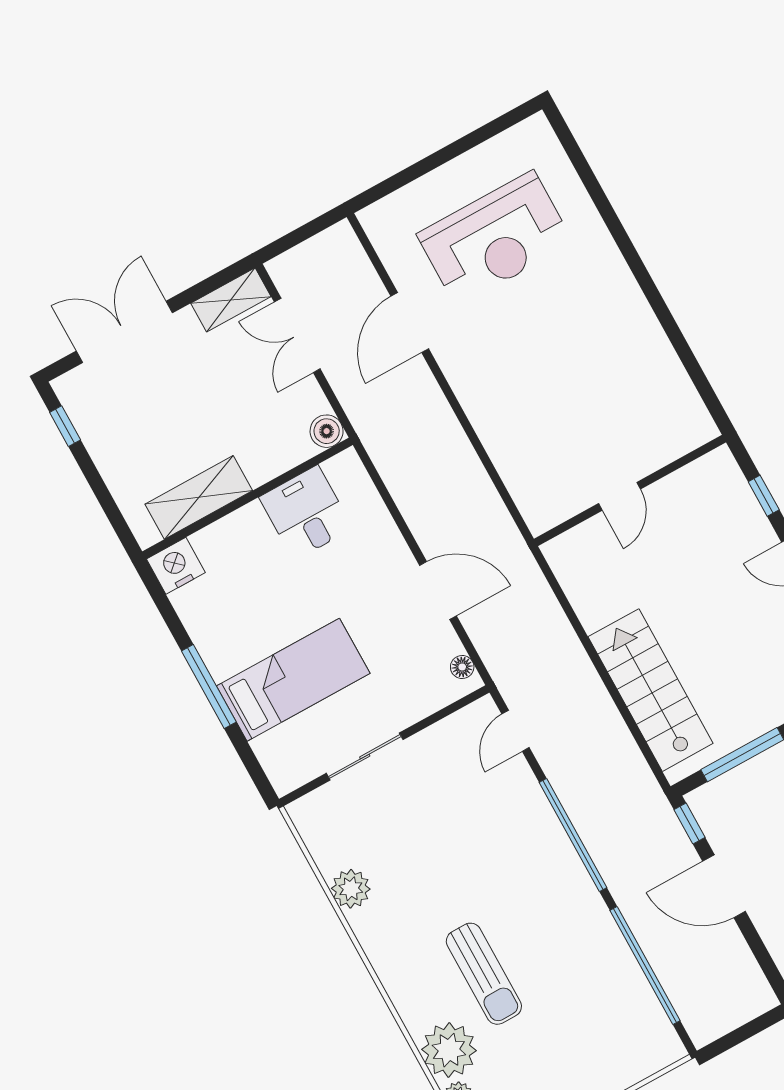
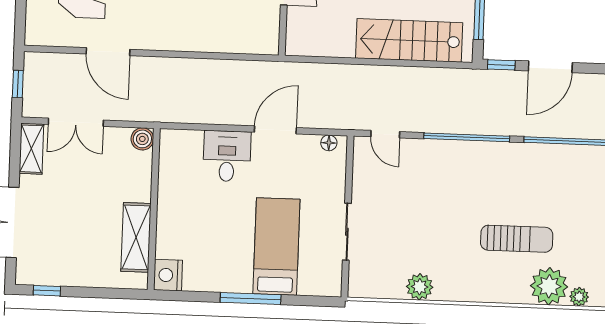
window: (301, 234) -> (18, 84), added
desk: (306, 513) -> (227, 156), moved, turned 90

